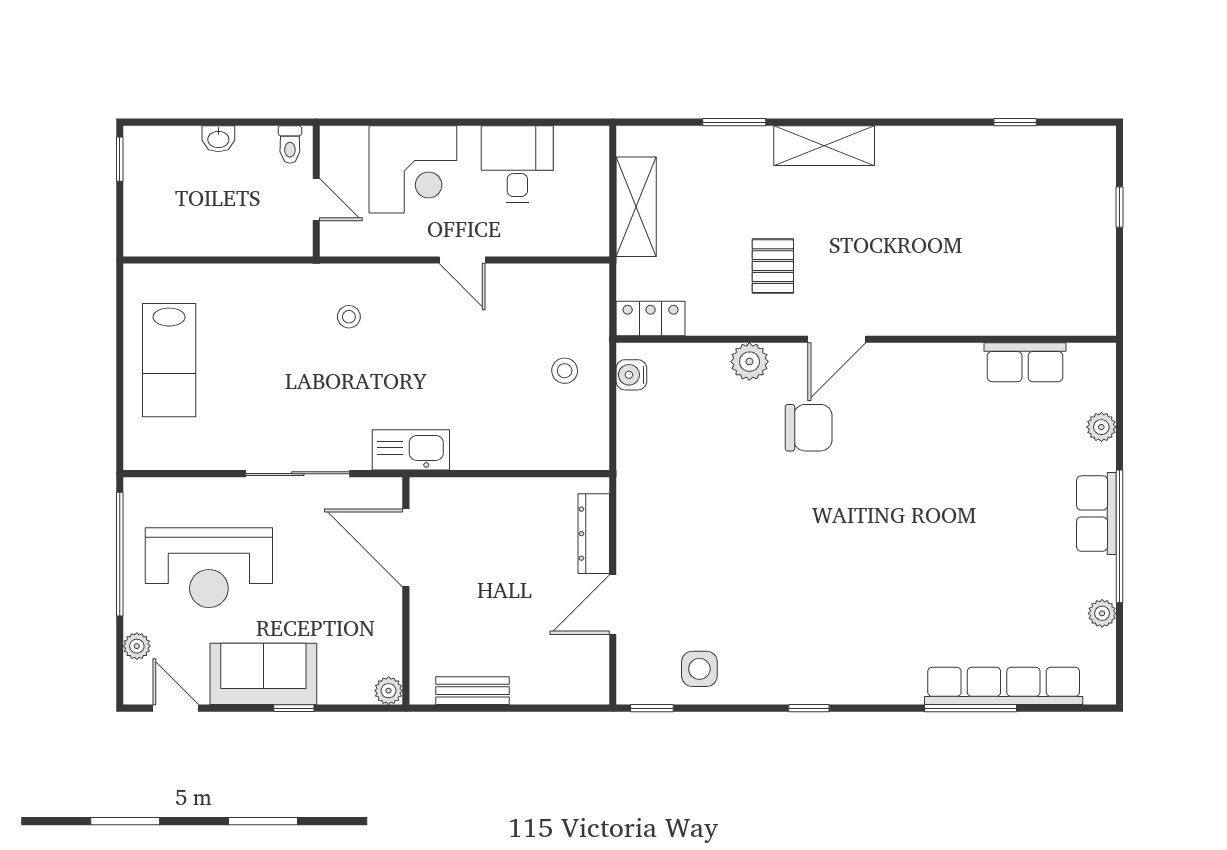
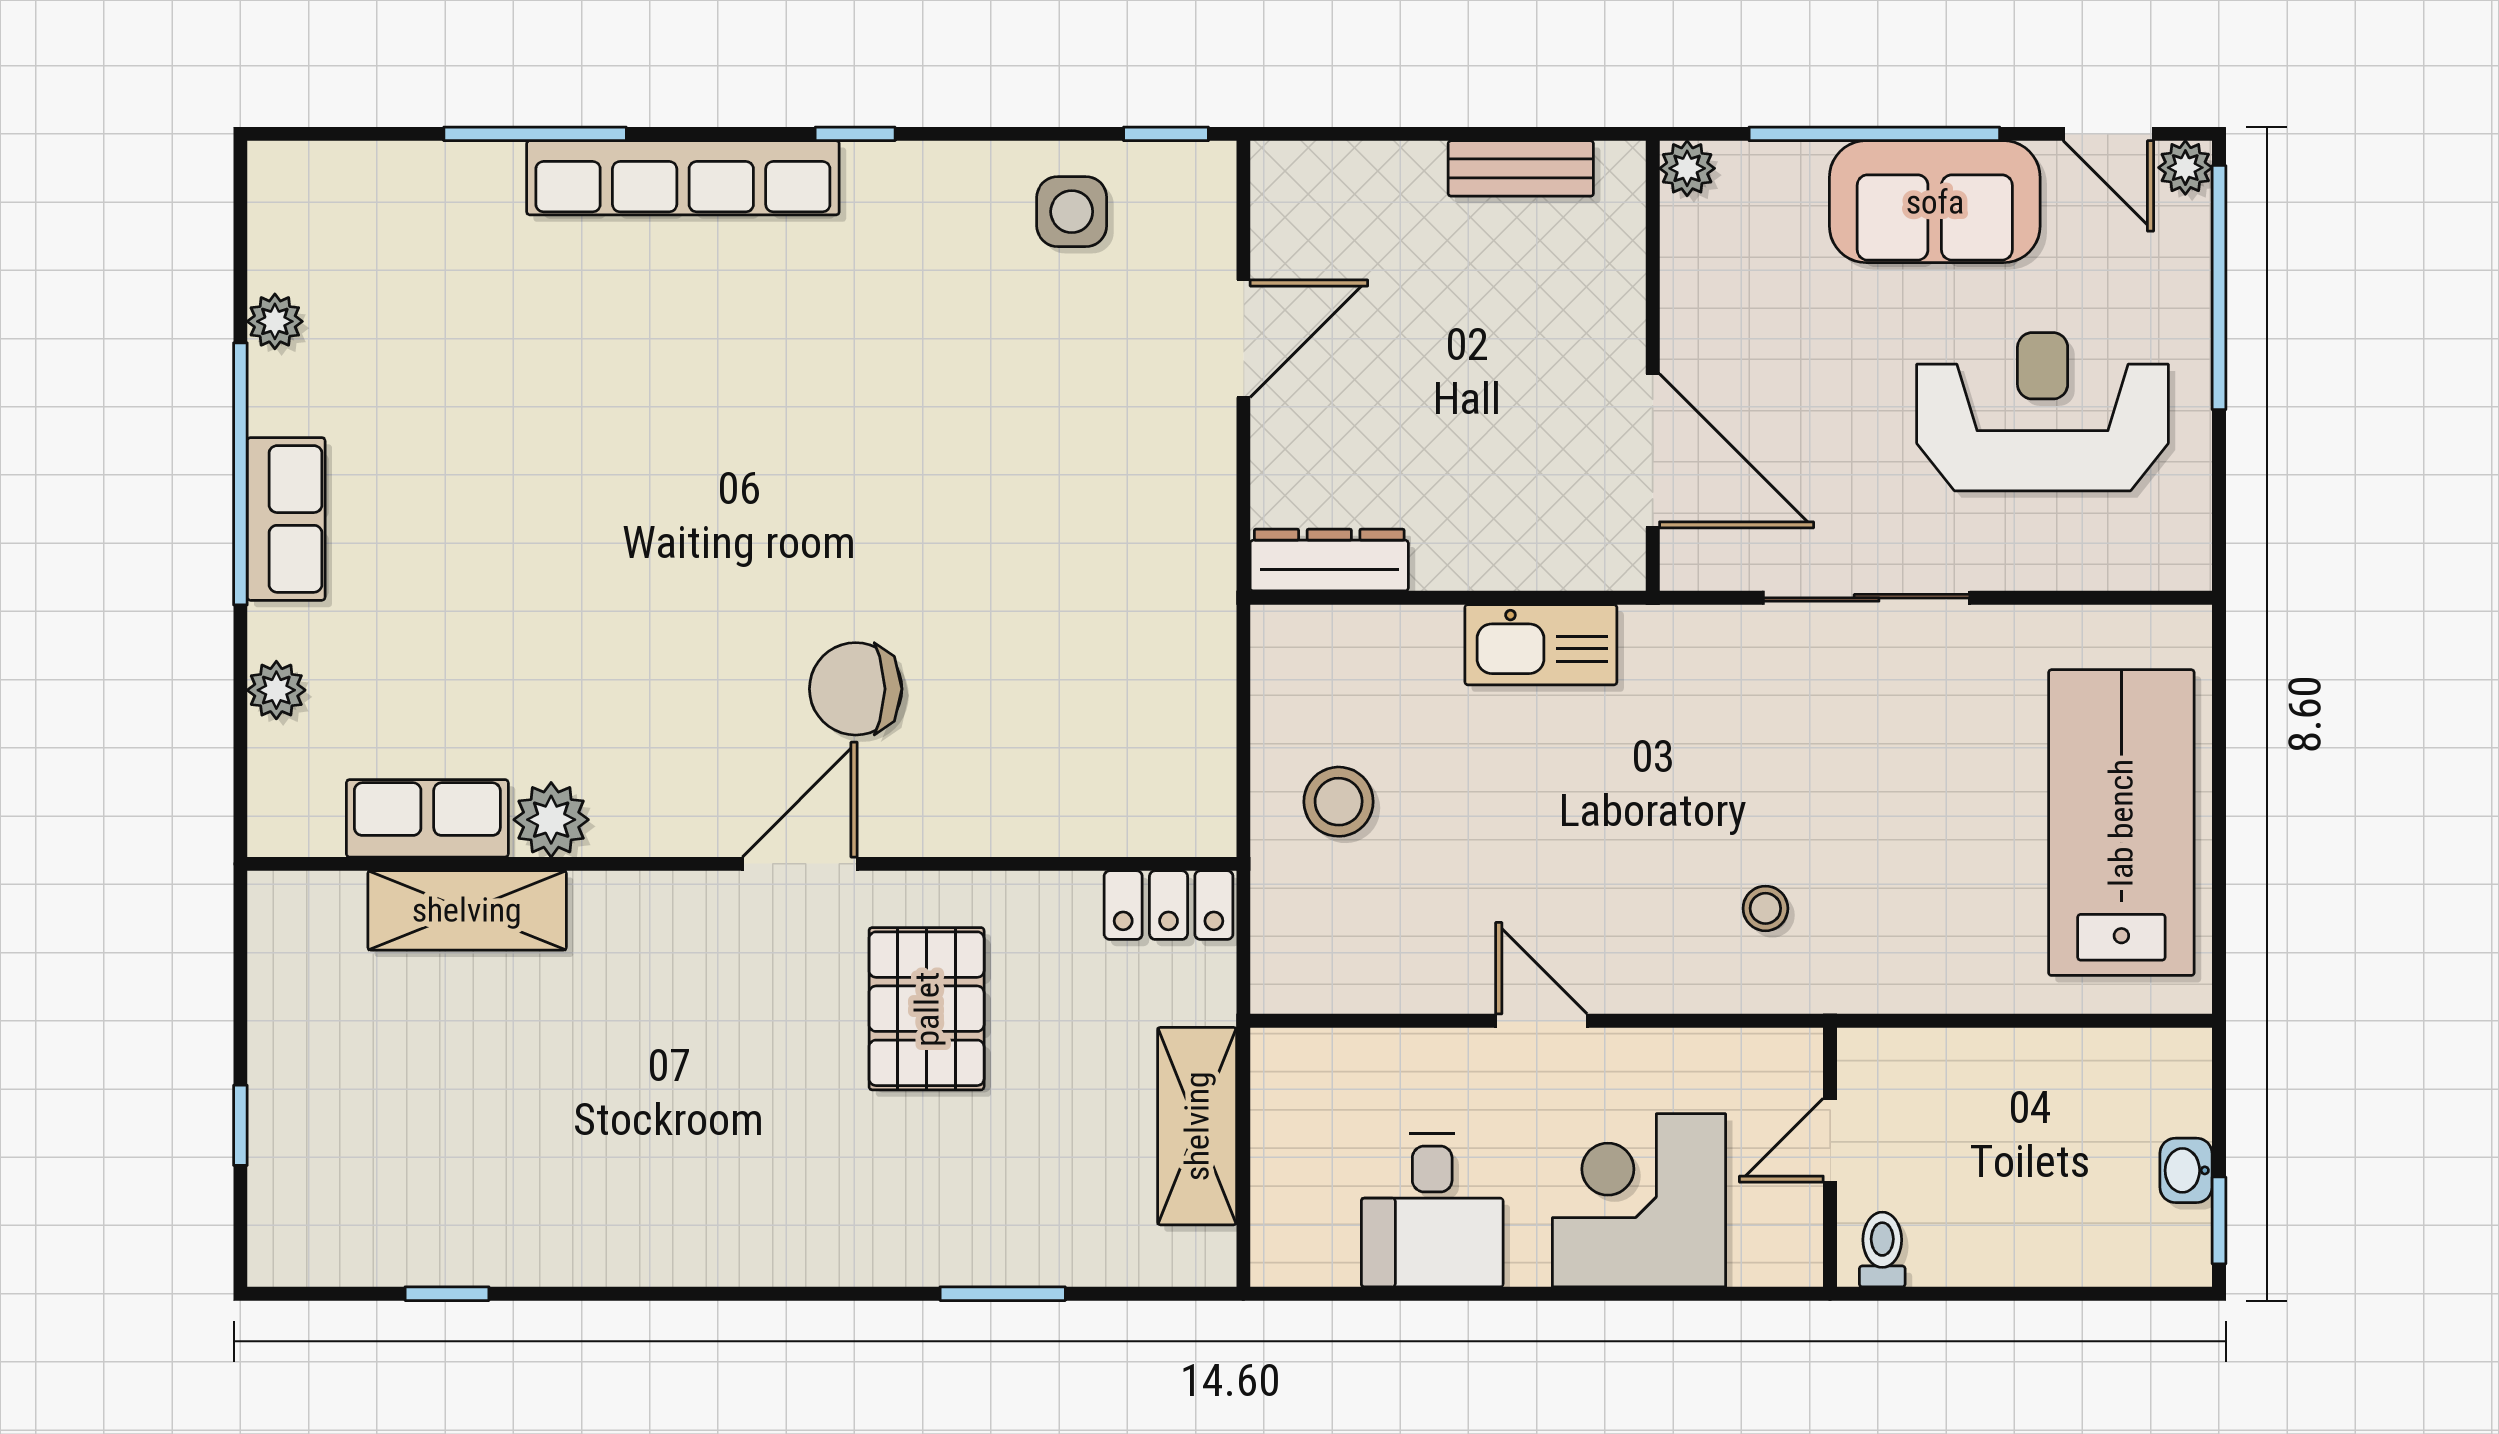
washbasin: (218, 139) -> (2186, 1170), moved, turned -90
shelving: (824, 146) -> (467, 910), moved
door: (316, 200) -> (1830, 1140), hinge flipped
pallet: (773, 266) -> (927, 1009), width x1.50, depth x1.42
lab bench: (169, 360) -> (2121, 823), width x1.36, depth x1.39
plant: (749, 362) -> (551, 820), moved
stool: (565, 371) -> (1339, 802), width x1.37, depth x1.37
water cooler: (631, 375) -> (1206, 794), removed
kitchen sink: (411, 450) -> (1541, 645), moved
dresser: (594, 534) -> (1329, 560), moved, turned -90
window: (120, 554) -> (2219, 288), moved
plant: (137, 646) -> (2185, 168), moved
row of seats: (1004, 686) -> (683, 178), moved
window: (294, 708) -> (1874, 134), width x3.17

